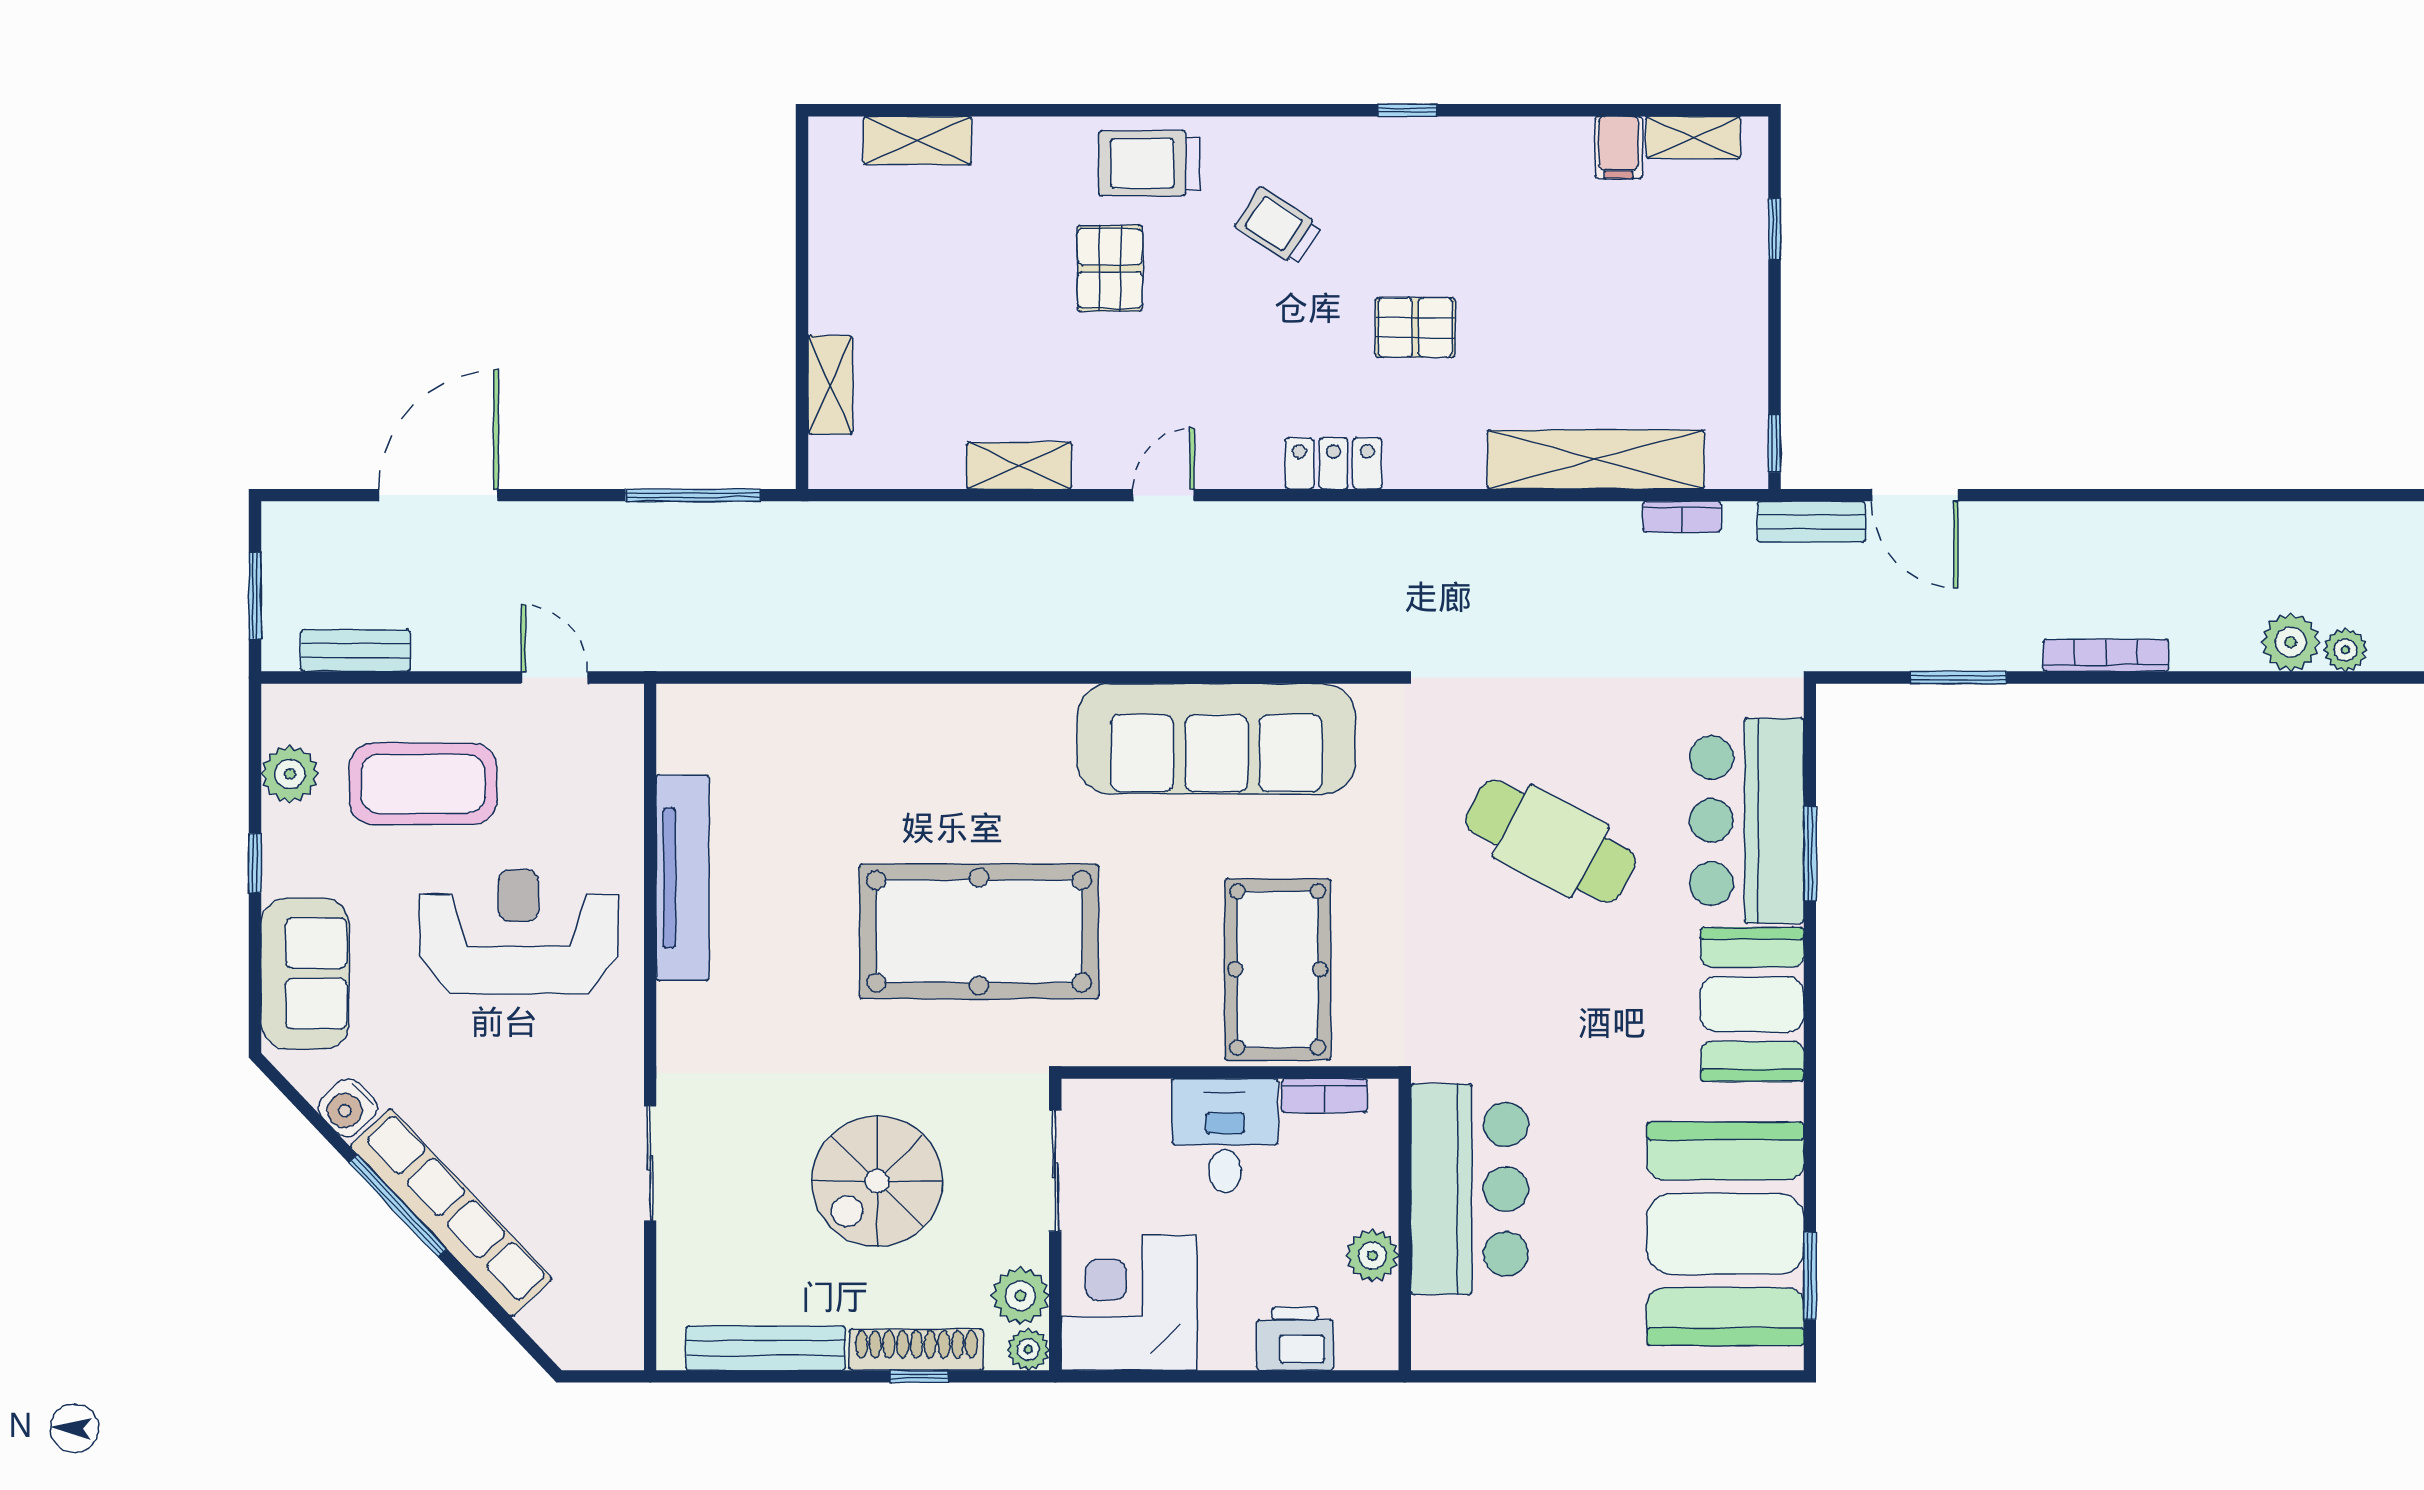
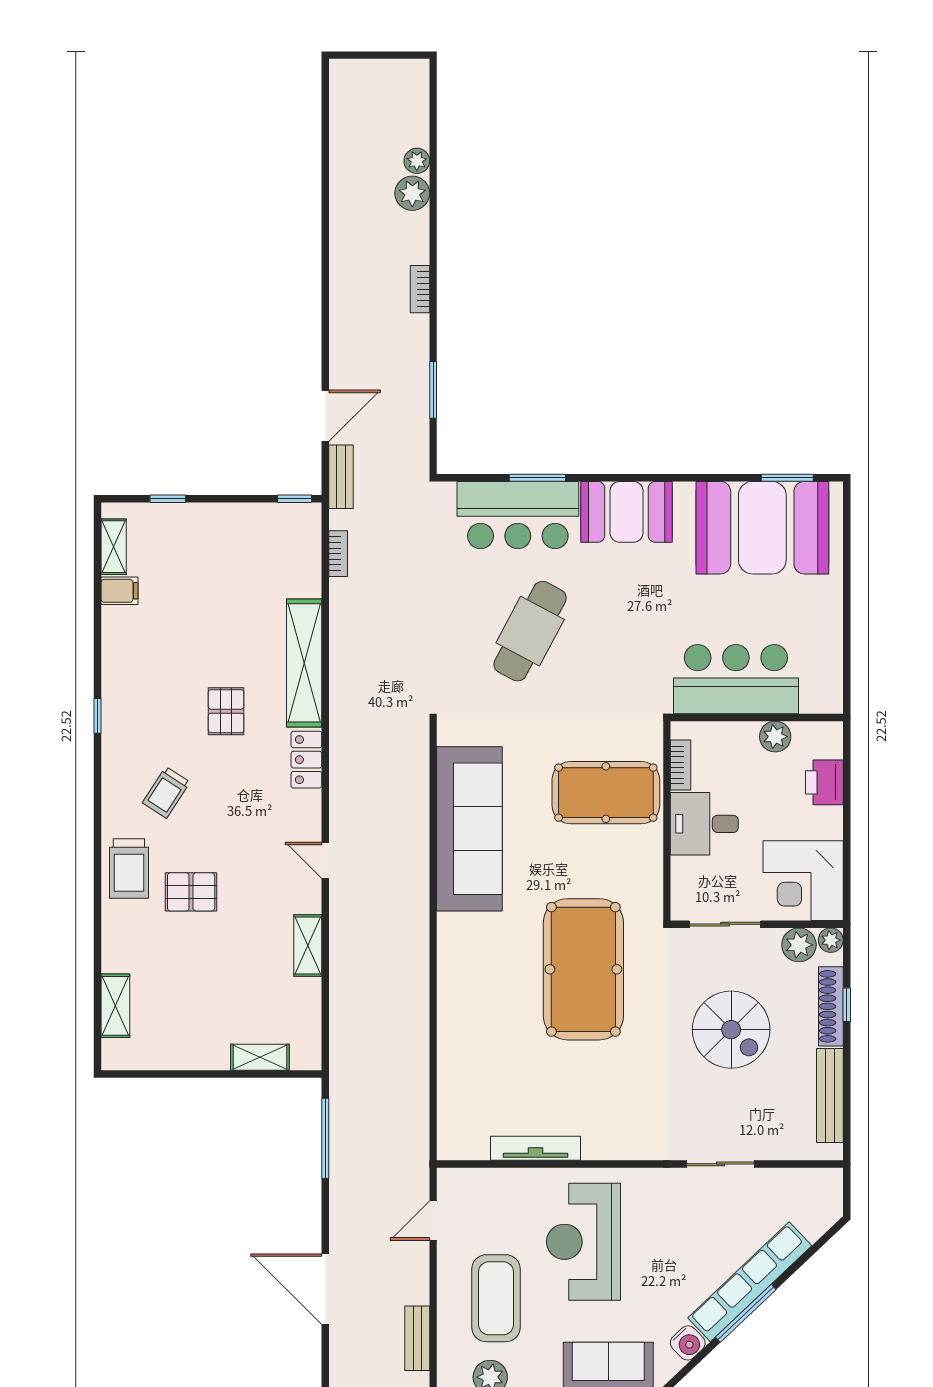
shelving: (1596, 460) -> (304, 663), moved
bookcase: (2106, 655) -> (420, 289), width x0.64
tv unit: (683, 878) -> (536, 1148), width x0.73, depth x0.78

